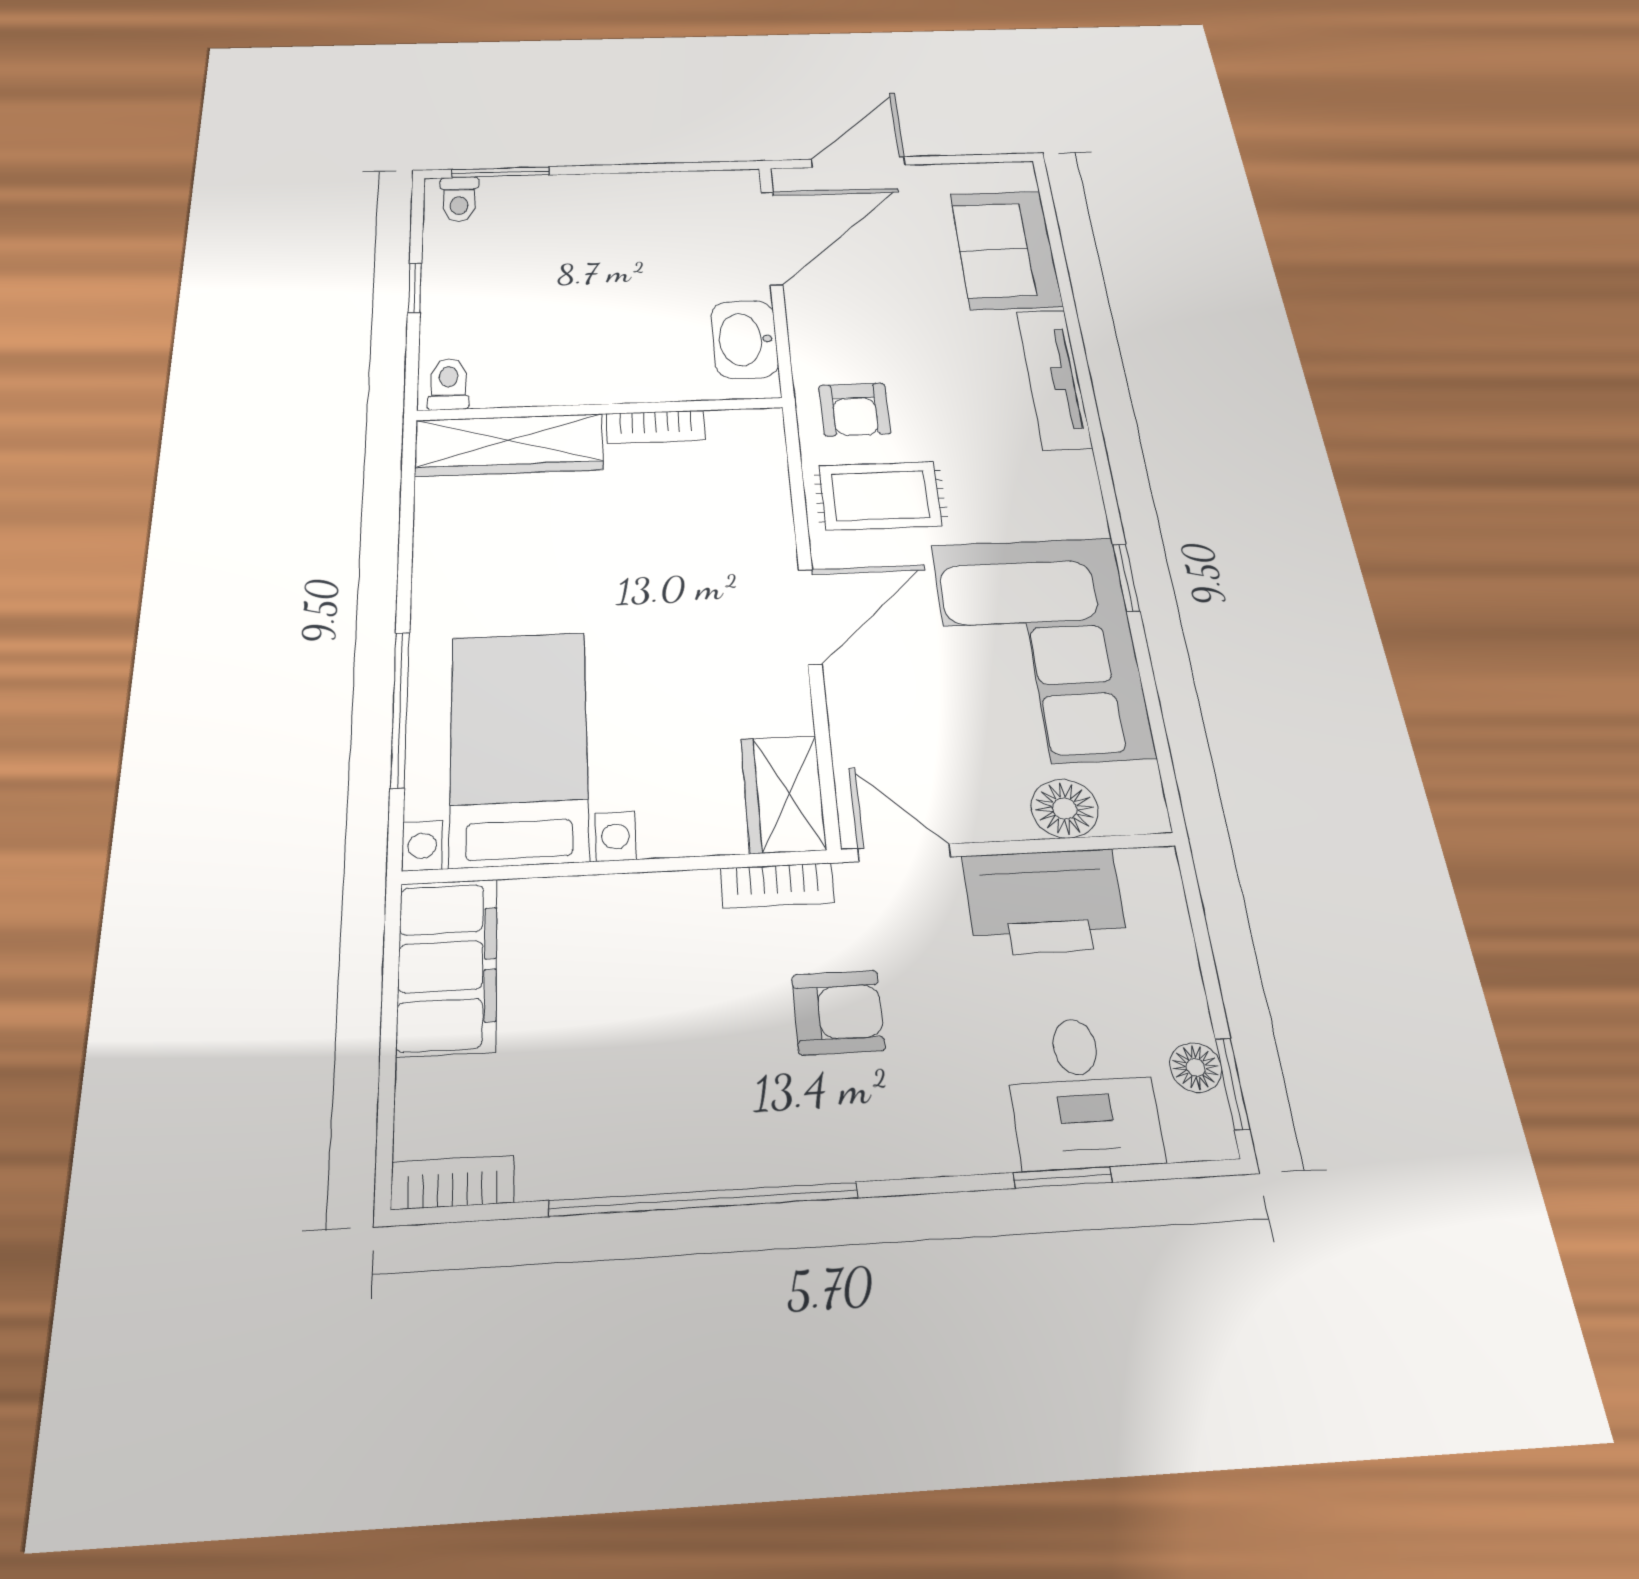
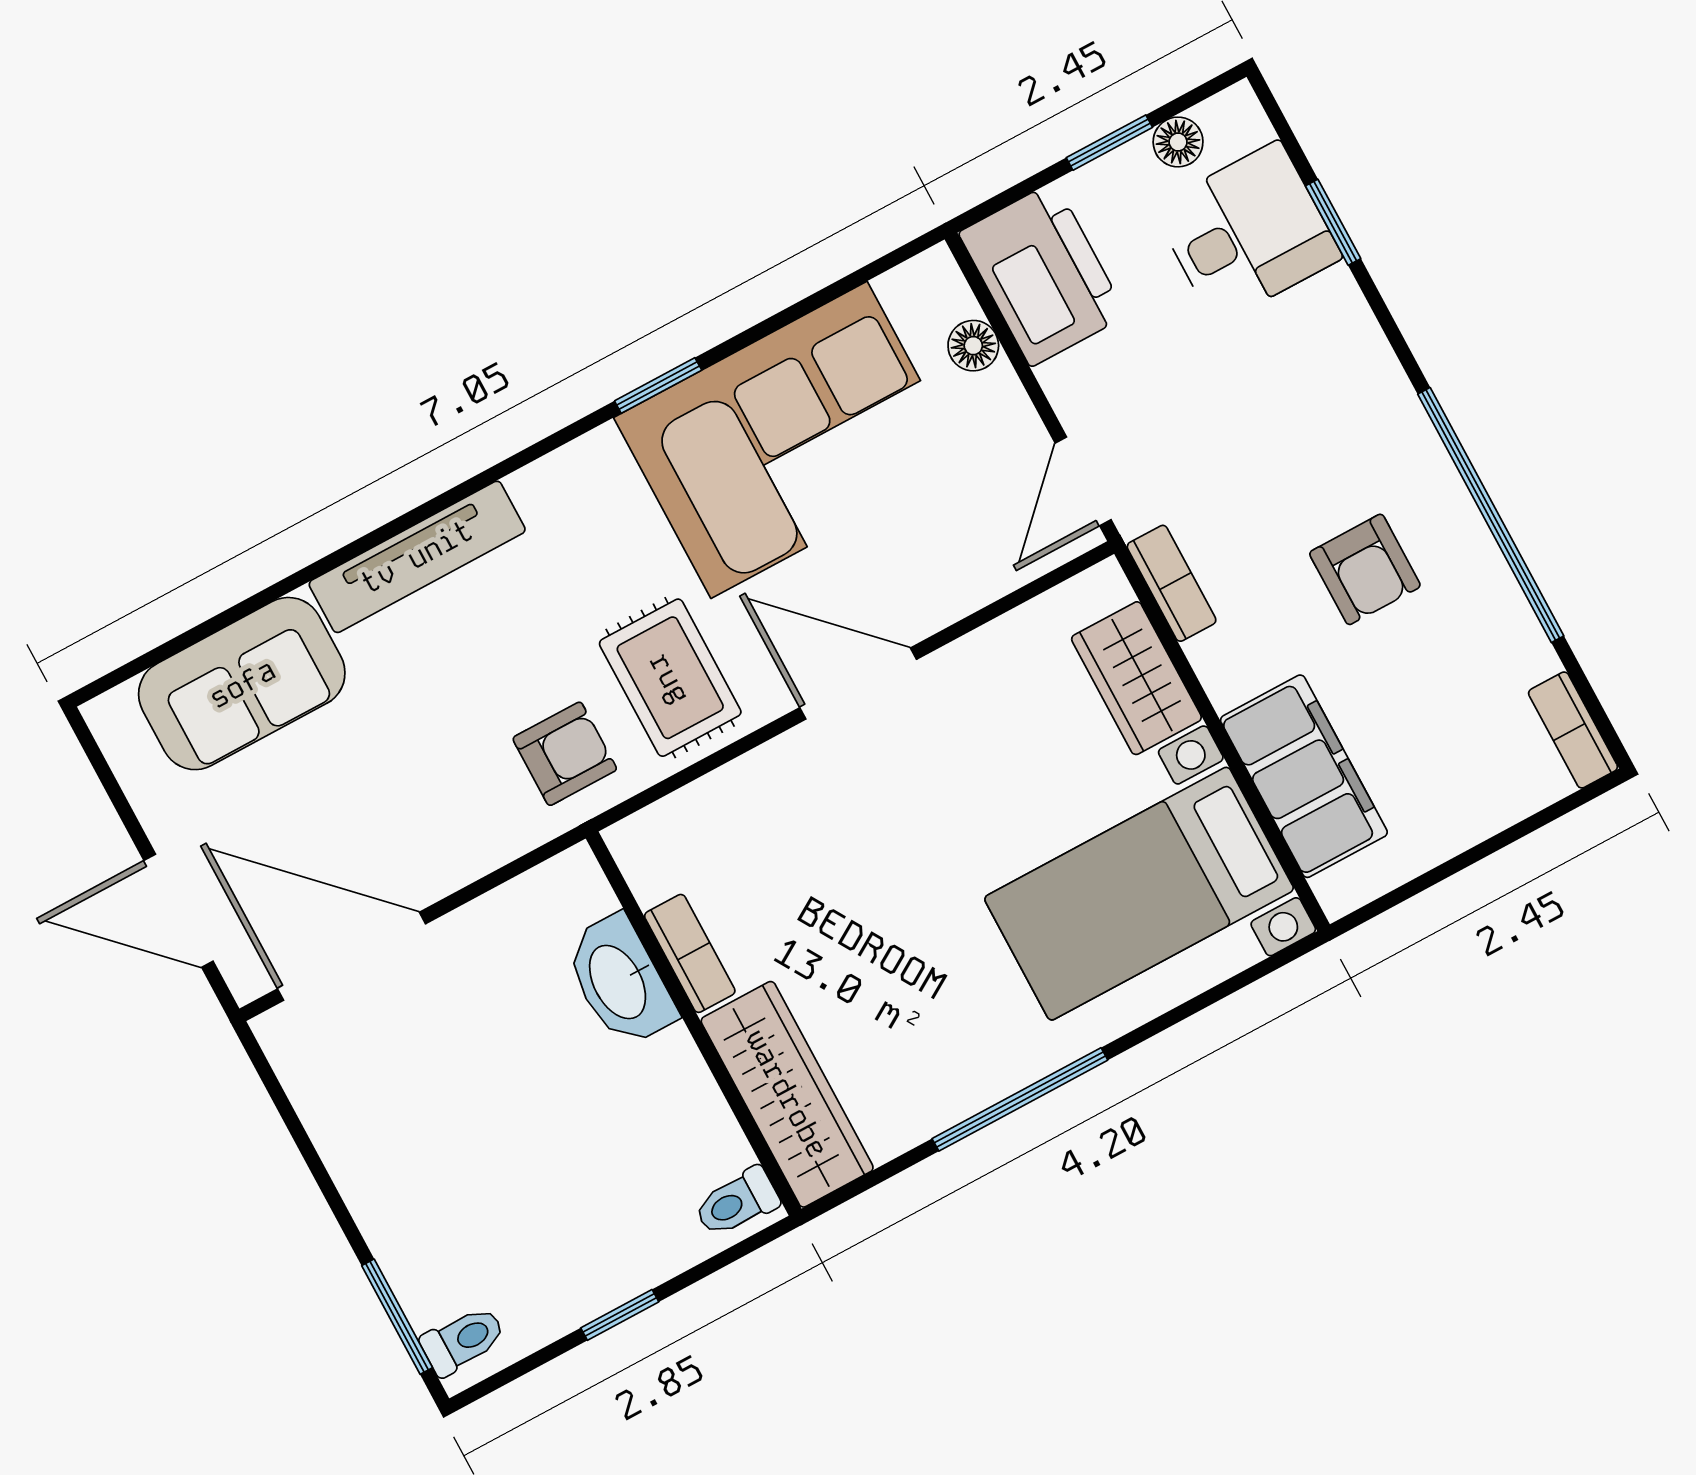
washbasin: (745, 339) -> (620, 981), moved, turned 90
window: (400, 709) -> (1020, 1099), moved
wardrobe: (783, 794) -> (1136, 678), moved, turned 90
floor lamp: (1065, 809) -> (973, 346), width x0.73, depth x0.73
printer: (1045, 902) -> (1043, 274), moved
filing cabinet: (447, 966) -> (1304, 776), moved, turned 90
armchair: (838, 1012) -> (1365, 569), moved, turned 180
window: (1232, 1084) -> (1109, 143), moved

